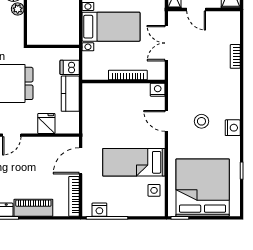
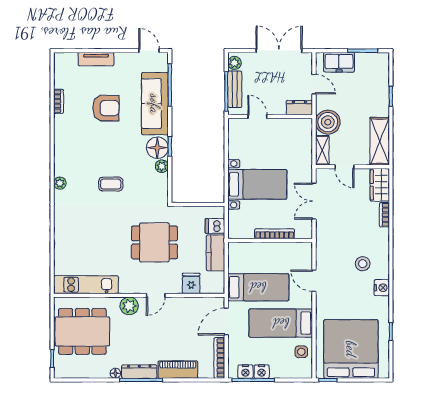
wardrobe: (231, 27) -> (380, 185), added
nightstand: (158, 90) -> (262, 372), moved, turned 180
stool: (201, 121) -> (363, 264), moved
bed: (112, 127) -> (258, 287), added

